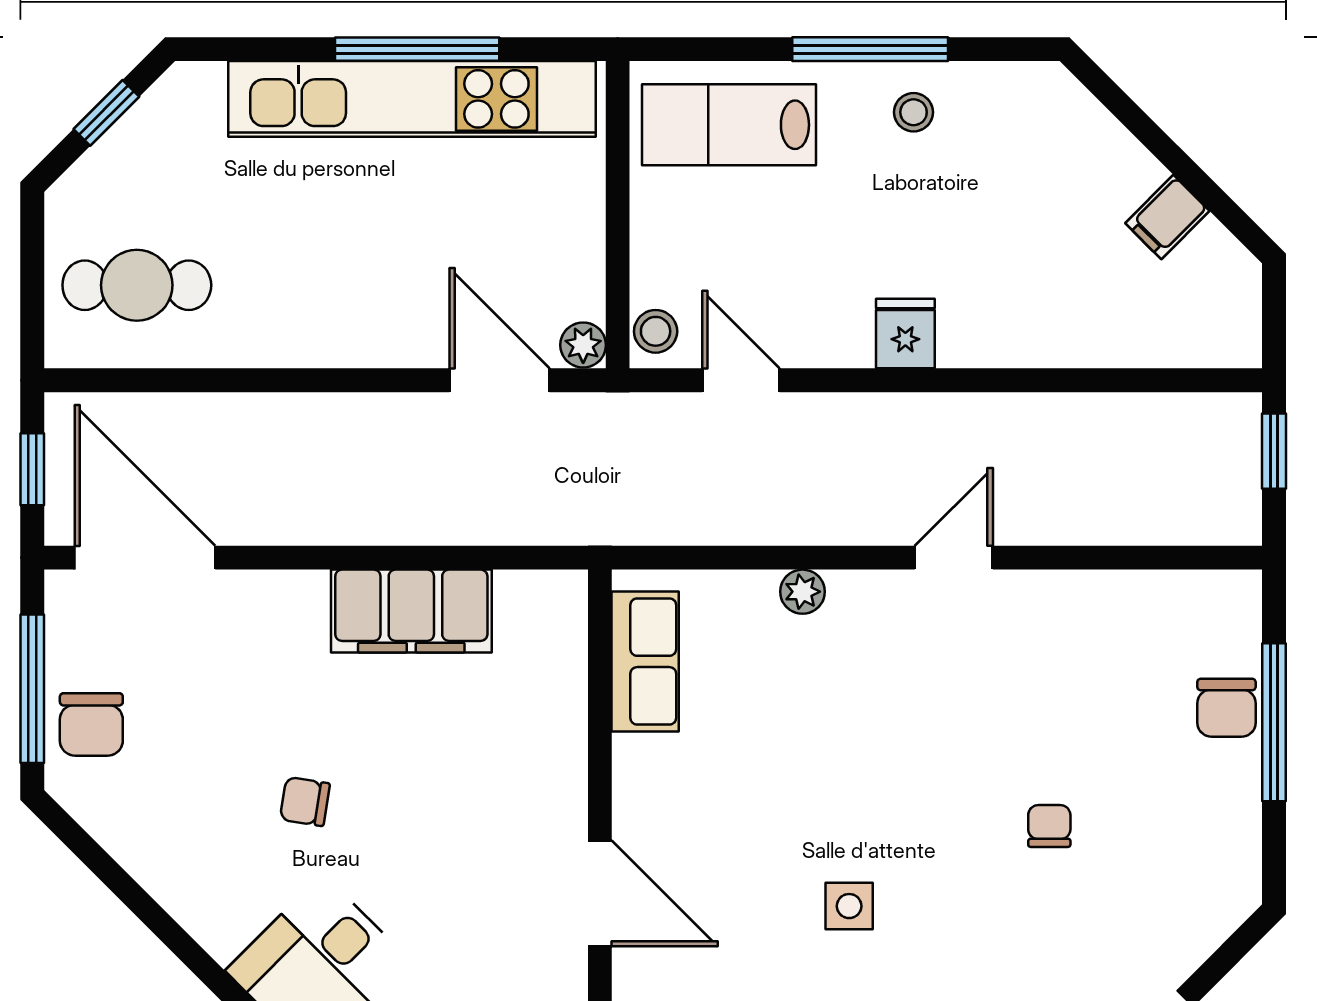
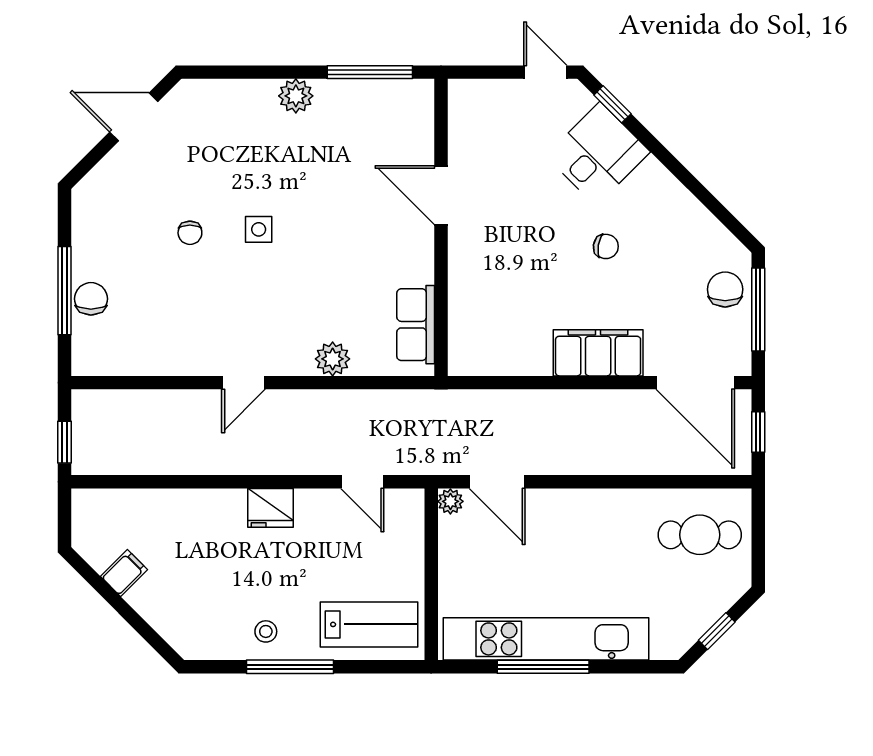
stool: (656, 331) -> (410, 509), removed
fridge: (905, 334) -> (270, 508), width x1.38
plant: (802, 592) -> (333, 359), width x1.38, depth x1.38
filing cabinet: (411, 611) -> (598, 353), moved
side table: (849, 906) -> (259, 229), moved

